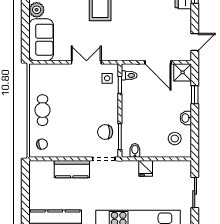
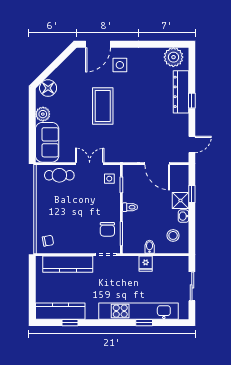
shower: (183, 72) -> (180, 200), moved
toilet: (129, 75) -> (130, 207), moved
cafe table: (42, 110) -> (59, 175), moved, turned 90
chair: (105, 132) -> (107, 229), turned -90
bidet: (135, 150) -> (150, 247), moved
kitchen counter: (72, 169) -> (68, 264), width x1.50

